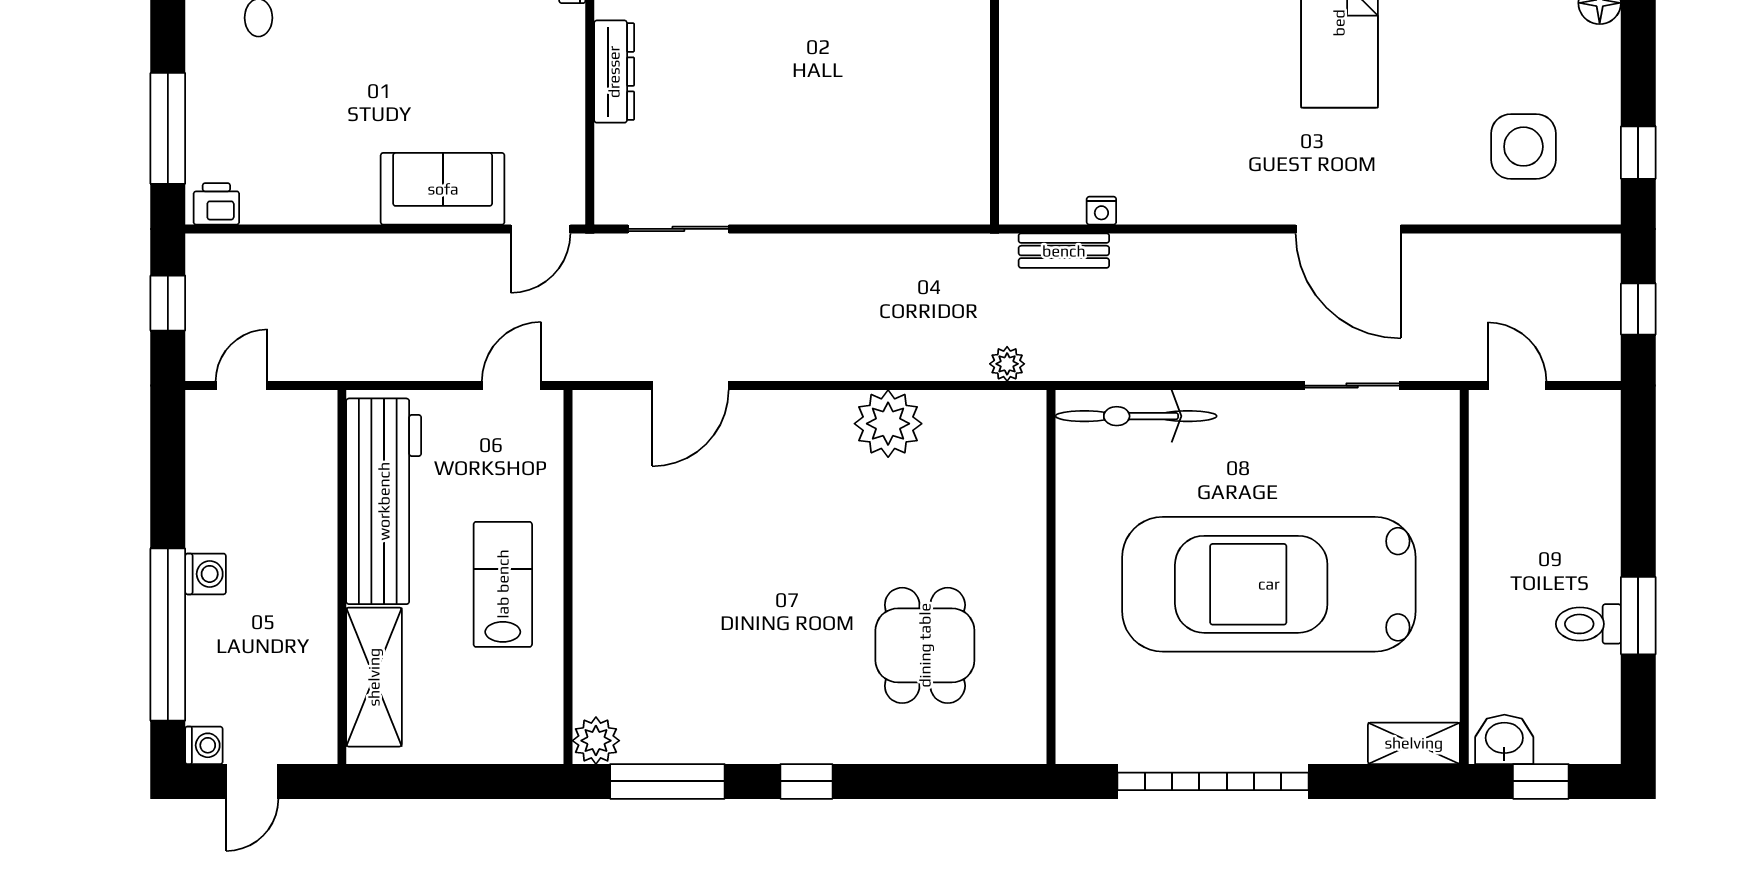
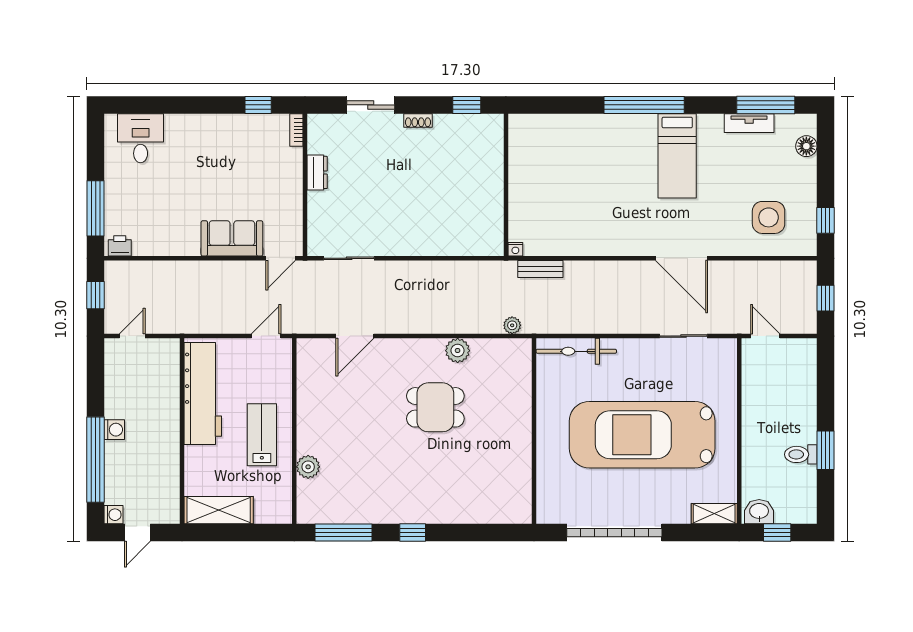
dresser: (614, 72) -> (317, 172), width x0.70
nightstand: (1101, 211) -> (515, 249), moved
plant: (888, 424) -> (458, 351), width x0.73, depth x0.73
dining table: (925, 645) -> (435, 407), moved, turned 90
shelving: (374, 677) -> (219, 510), moved, turned 90
plant: (596, 741) -> (308, 467), moved

